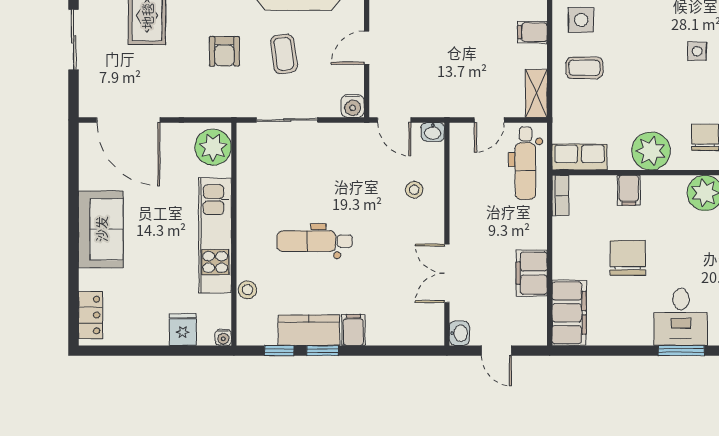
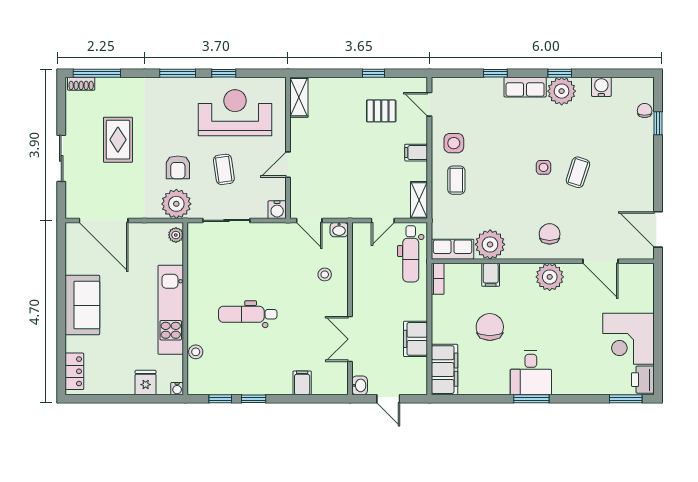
coffee table: (584, 68) -> (456, 180), turned 90
plant: (222, 98) -> (176, 204), added
plant: (213, 147) -> (176, 235), width x0.53, depth x0.53
plant: (651, 151) -> (490, 244), moved
kitchen counter: (309, 330) -> (243, 383), removed
filing cabinet: (353, 330) -> (302, 383), moved

